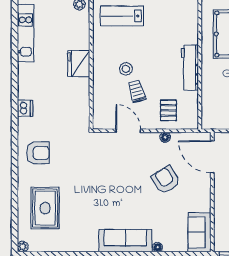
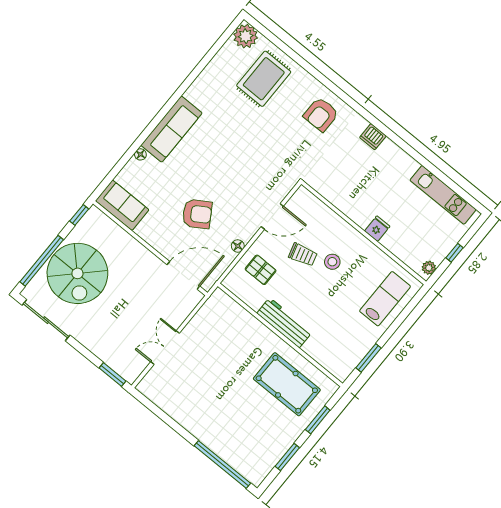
fridge: (79, 64) -> (377, 229), width x0.53, depth x0.75
rug: (45, 208) -> (264, 79), turned 90
plant: (23, 246) -> (246, 36), width x1.88, depth x1.88

